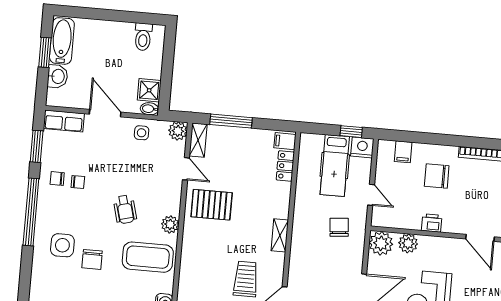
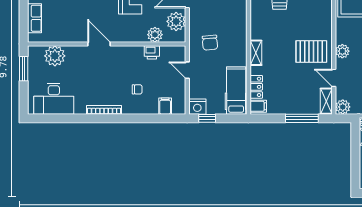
hospital bed: (335, 166) -> (236, 91), moved
chair: (437, 176) -> (137, 89), width x0.54, depth x0.54
printer: (432, 223) -> (152, 52), moved
plant: (170, 224) -> (342, 51), moved
shelving: (280, 235) -> (256, 53), moved
plant: (381, 243) -> (176, 21), moved

